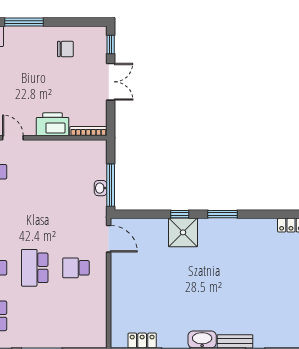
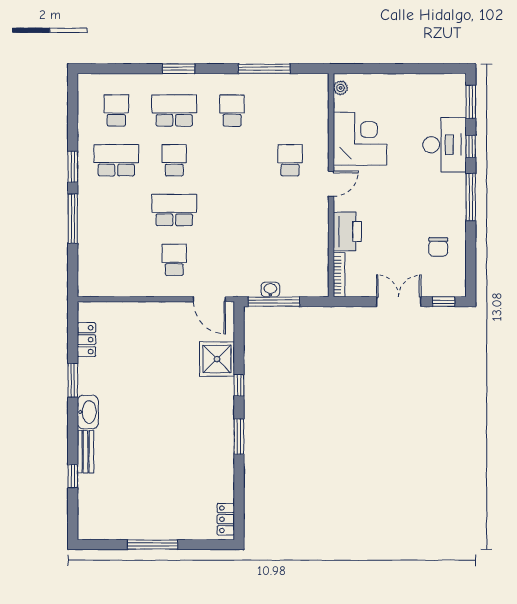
double door: (111, 82) -> (399, 302), swing flipped
shower: (183, 232) -> (217, 359), moved
door: (109, 239) -> (209, 299), hinge flipped

